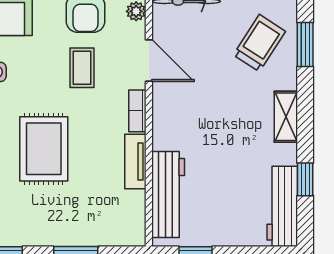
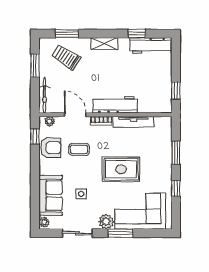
door: (149, 61) -> (75, 115), hinge flipped
tv unit: (135, 161) -> (133, 122), width x1.41
workbench: (168, 195) -> (115, 105), moved

